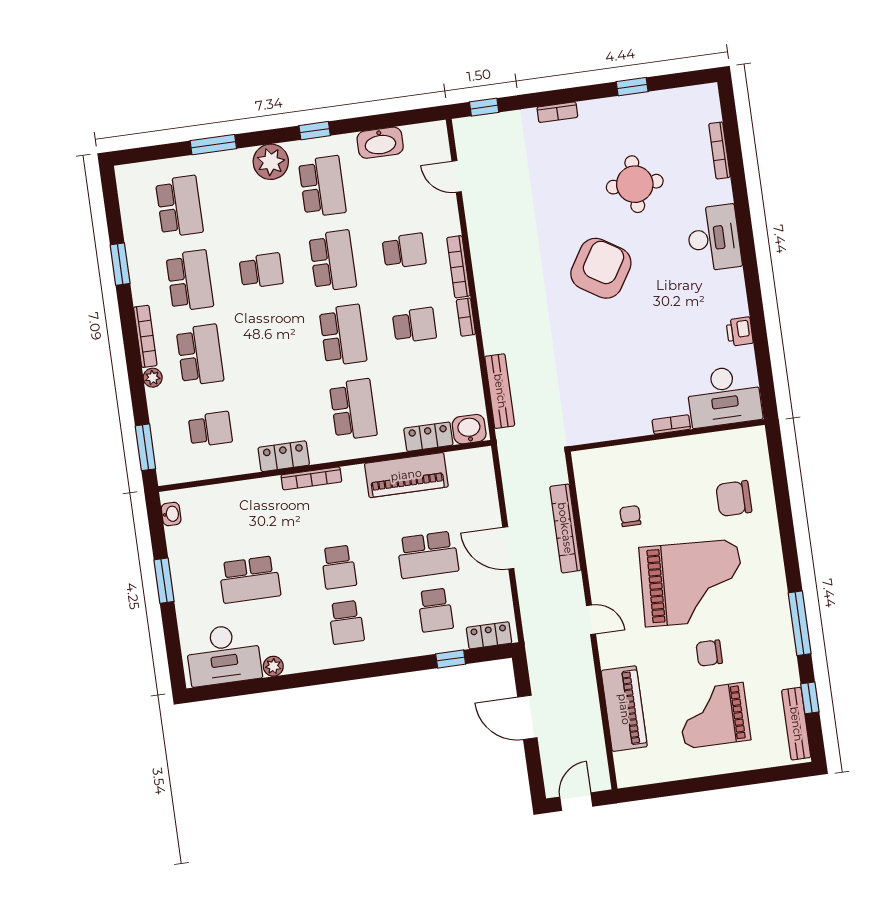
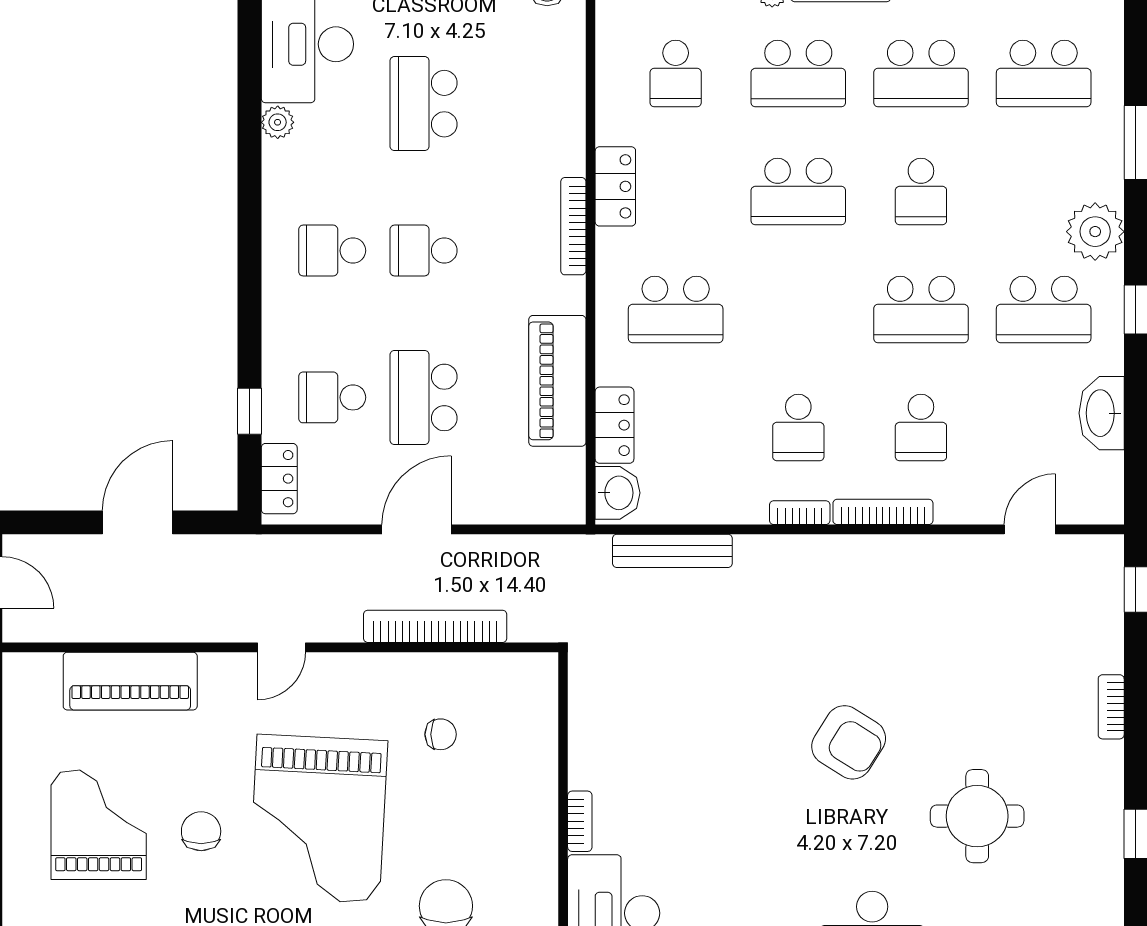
armchair: (601, 268) -> (849, 742), width x0.73, depth x0.73
school desk: (343, 335) -> (798, 192), moved

